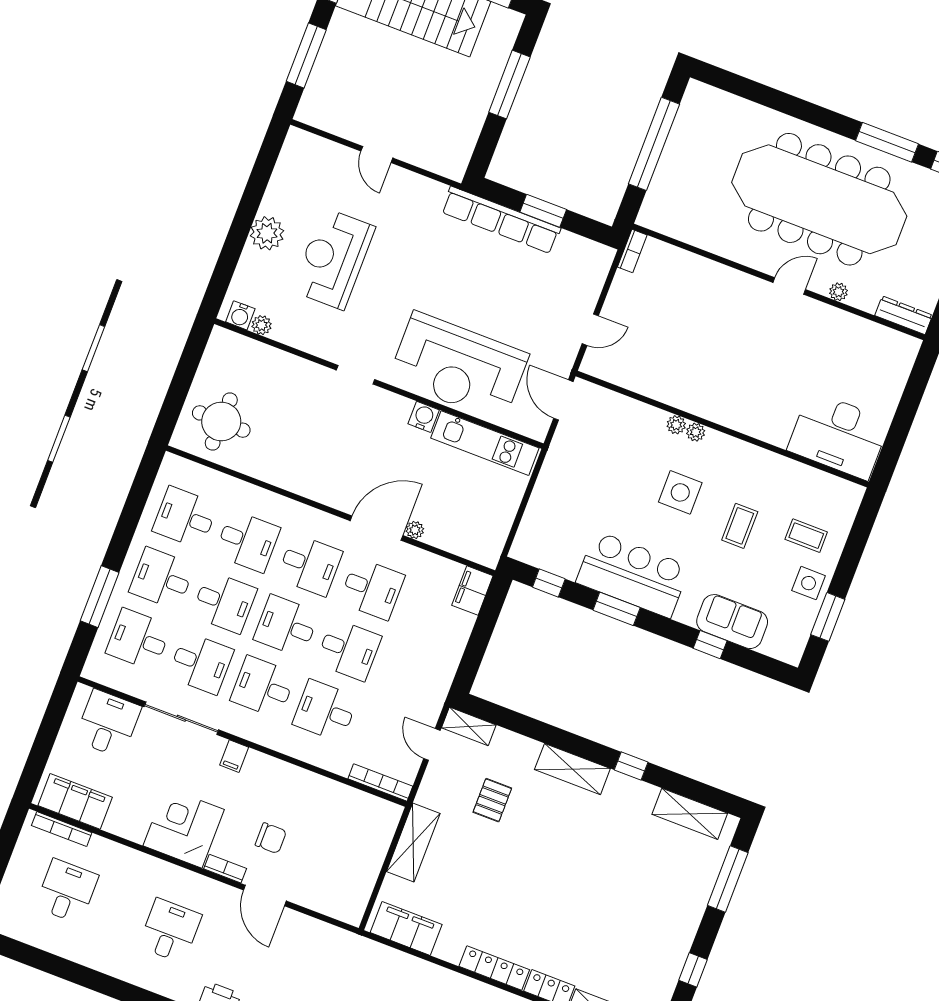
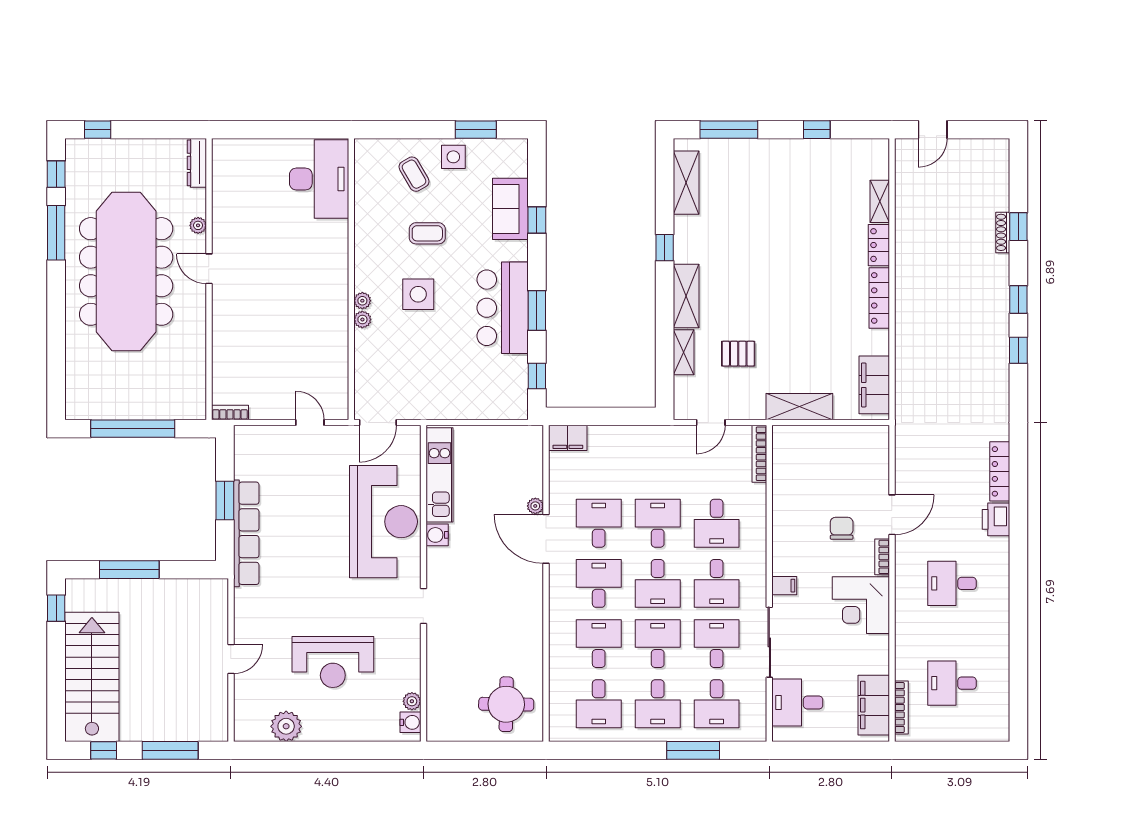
plant: (267, 233) -> (286, 726), moved
coffee table: (806, 536) -> (414, 174), turned -30
shelving: (469, 726) -> (684, 352), moved

